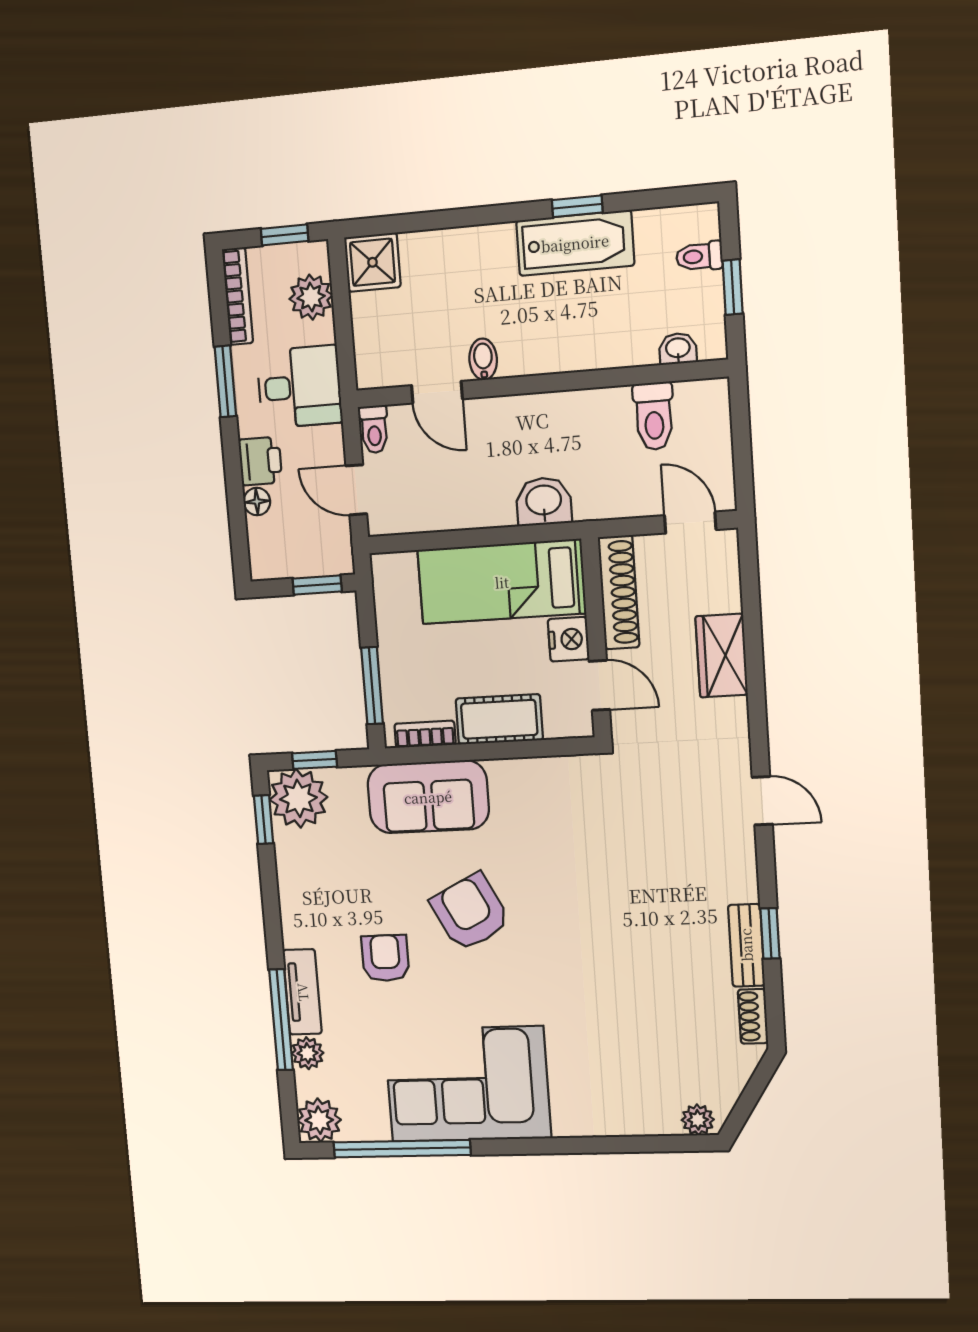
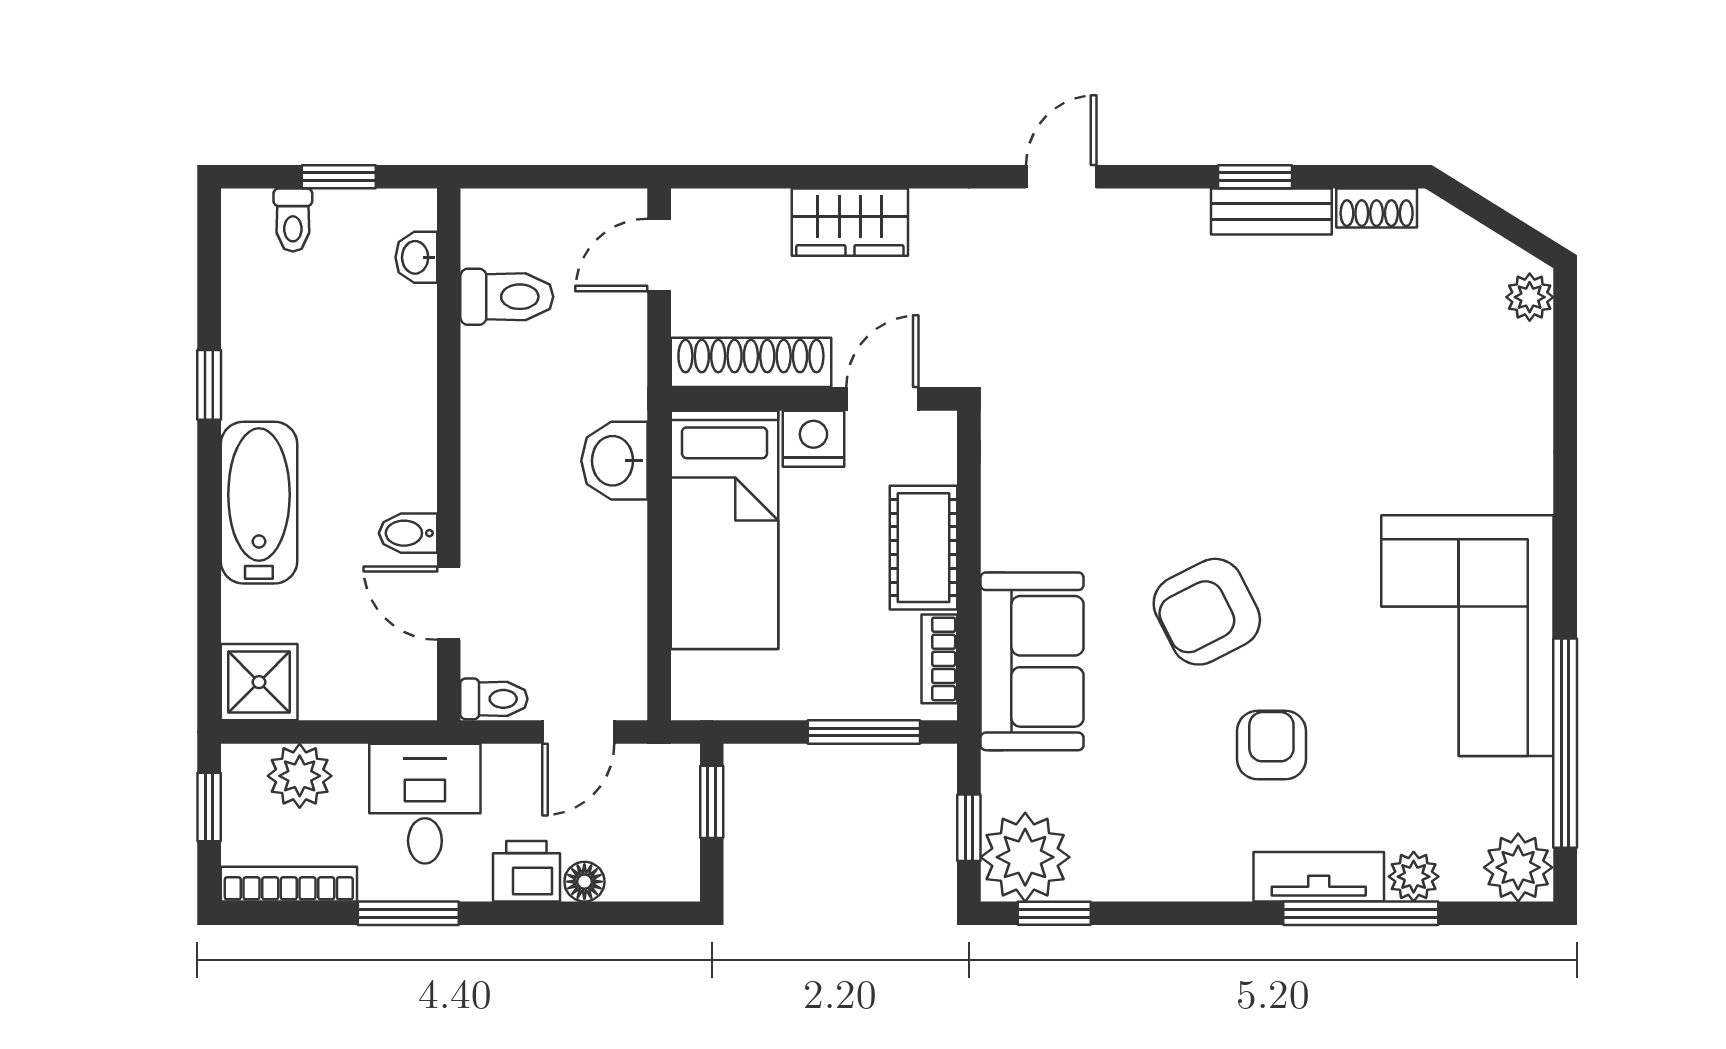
bathtub: (575, 243) -> (259, 503), moved
door: (437, 392) -> (449, 603), swing flipped
armchair: (385, 958) -> (1271, 745), turned 90

